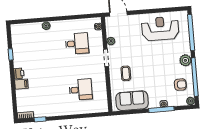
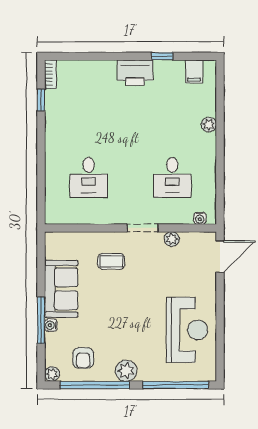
printer: (19, 73) -> (135, 73), width x1.87, depth x1.48
filing cabinet: (21, 84) -> (194, 72), moved
sofa: (132, 101) -> (61, 289), moved

